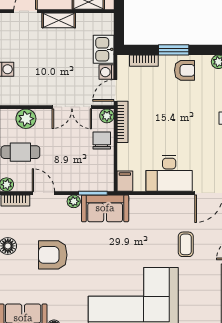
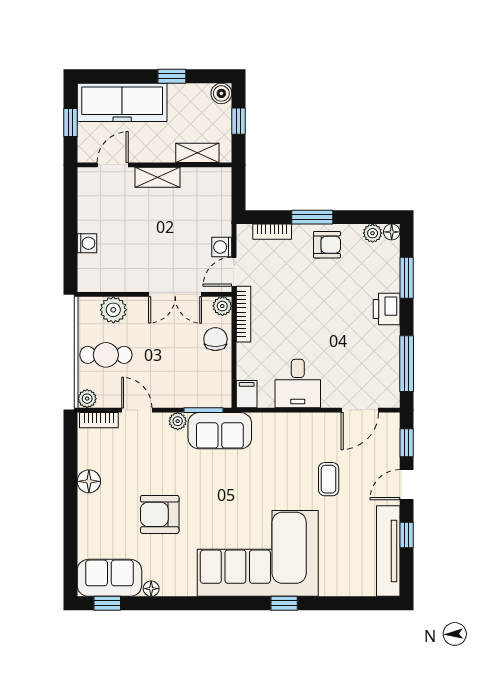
kitchen sink: (104, 49) -> (218, 216), removed
desk: (169, 173) -> (298, 383), width x0.73
armchair: (53, 255) -> (160, 514), moved

